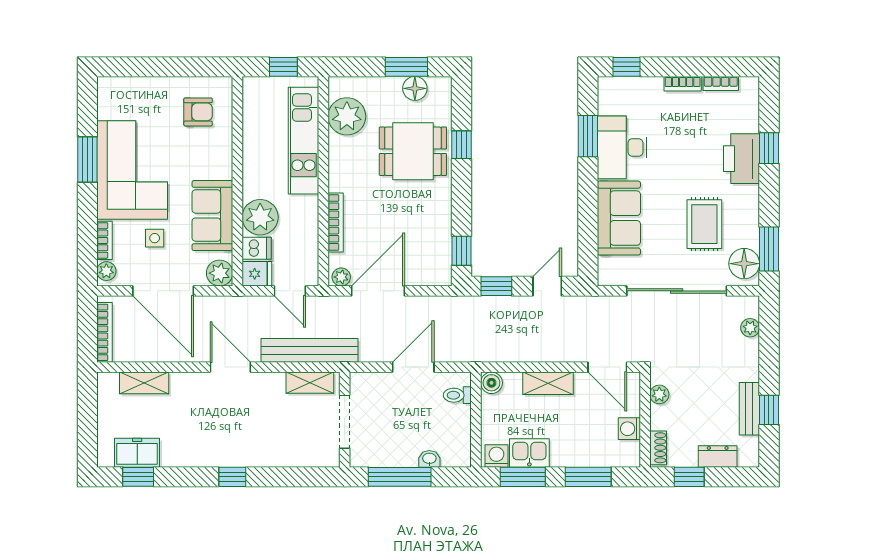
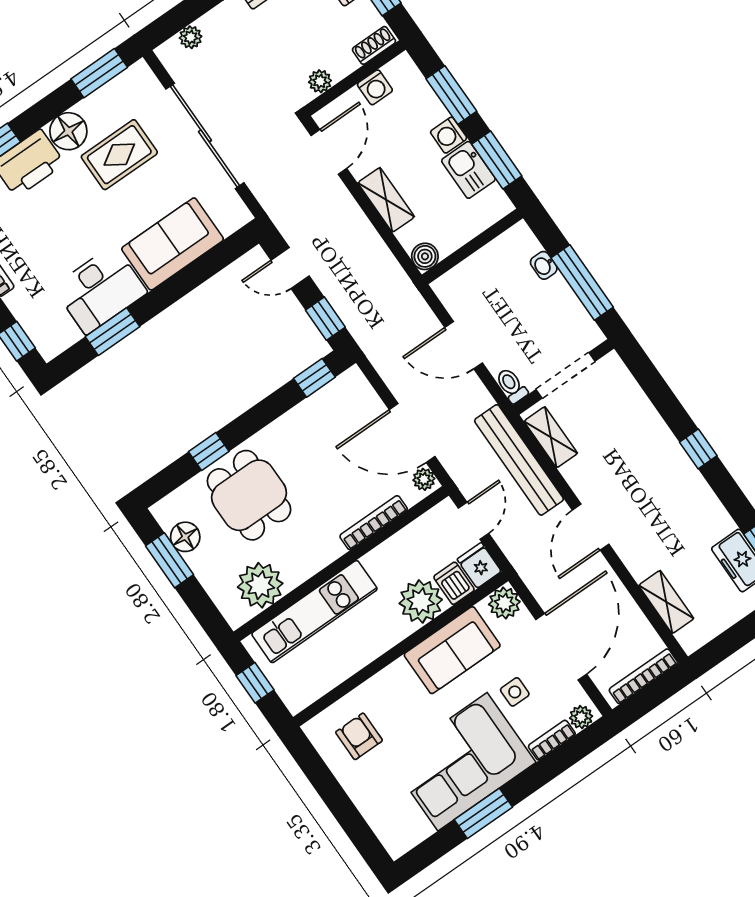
floor lamp: (744, 264) -> (68, 131), moved
toilet: (457, 395) -> (511, 386), moved, turned 180
washing machine: (496, 456) -> (449, 135), moved

